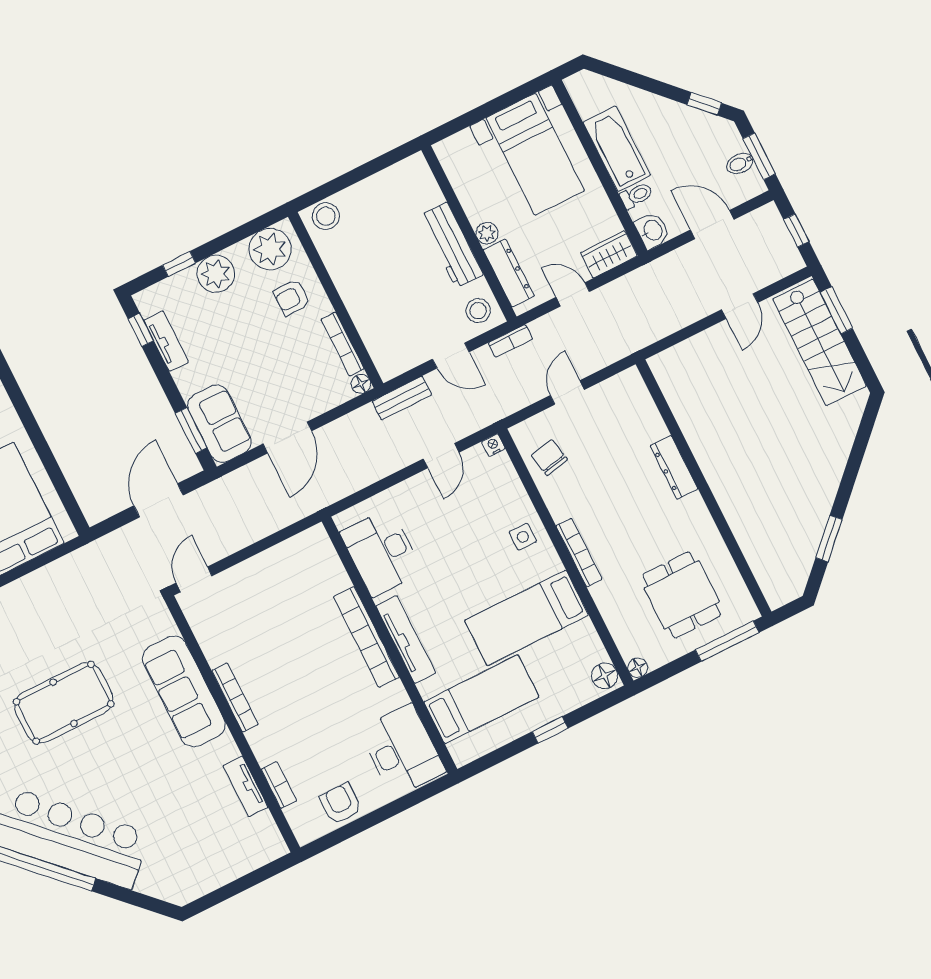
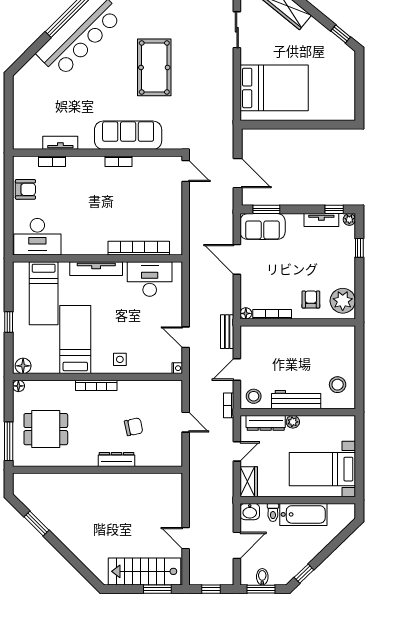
stool: (326, 216) -> (338, 385), moved
plant: (216, 274) -> (349, 219), moved, width x0.53, depth x0.53
chair: (549, 458) -> (134, 427), moved
bookcase: (366, 637) -> (139, 248), moved
bookcase: (235, 697) -> (118, 161), width x0.64

